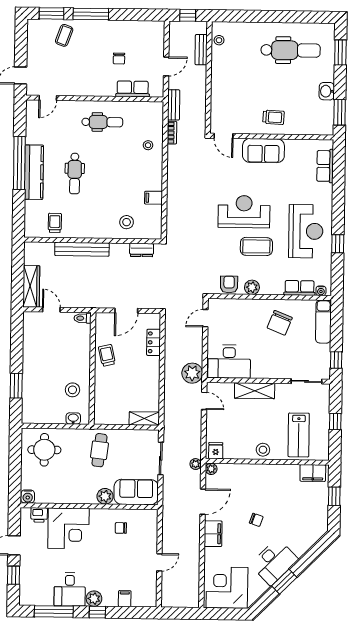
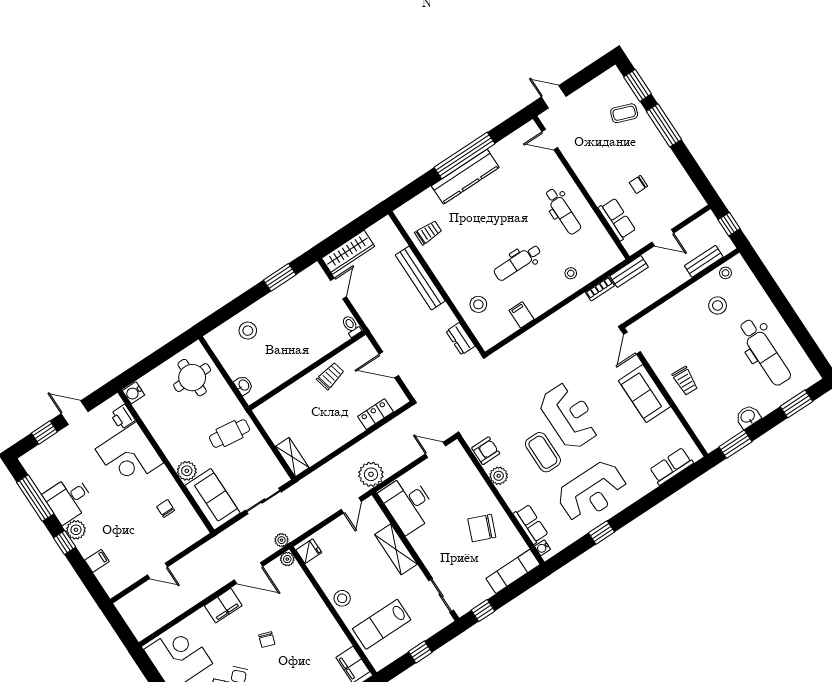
stool: (237, 61) -> (718, 305), added
dental chair: (75, 173) -> (517, 262), moved
window: (16, 386) -> (280, 277), moved
stool: (72, 390) -> (248, 331), moved

